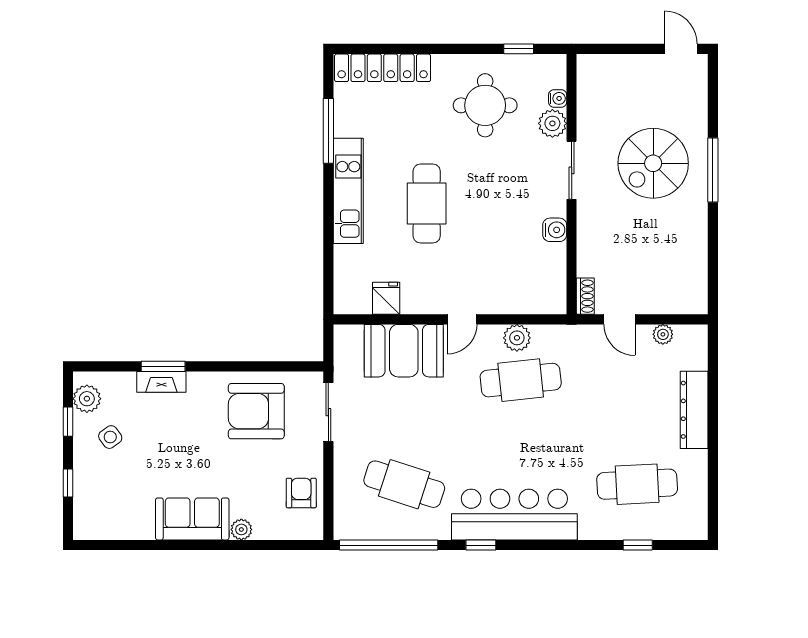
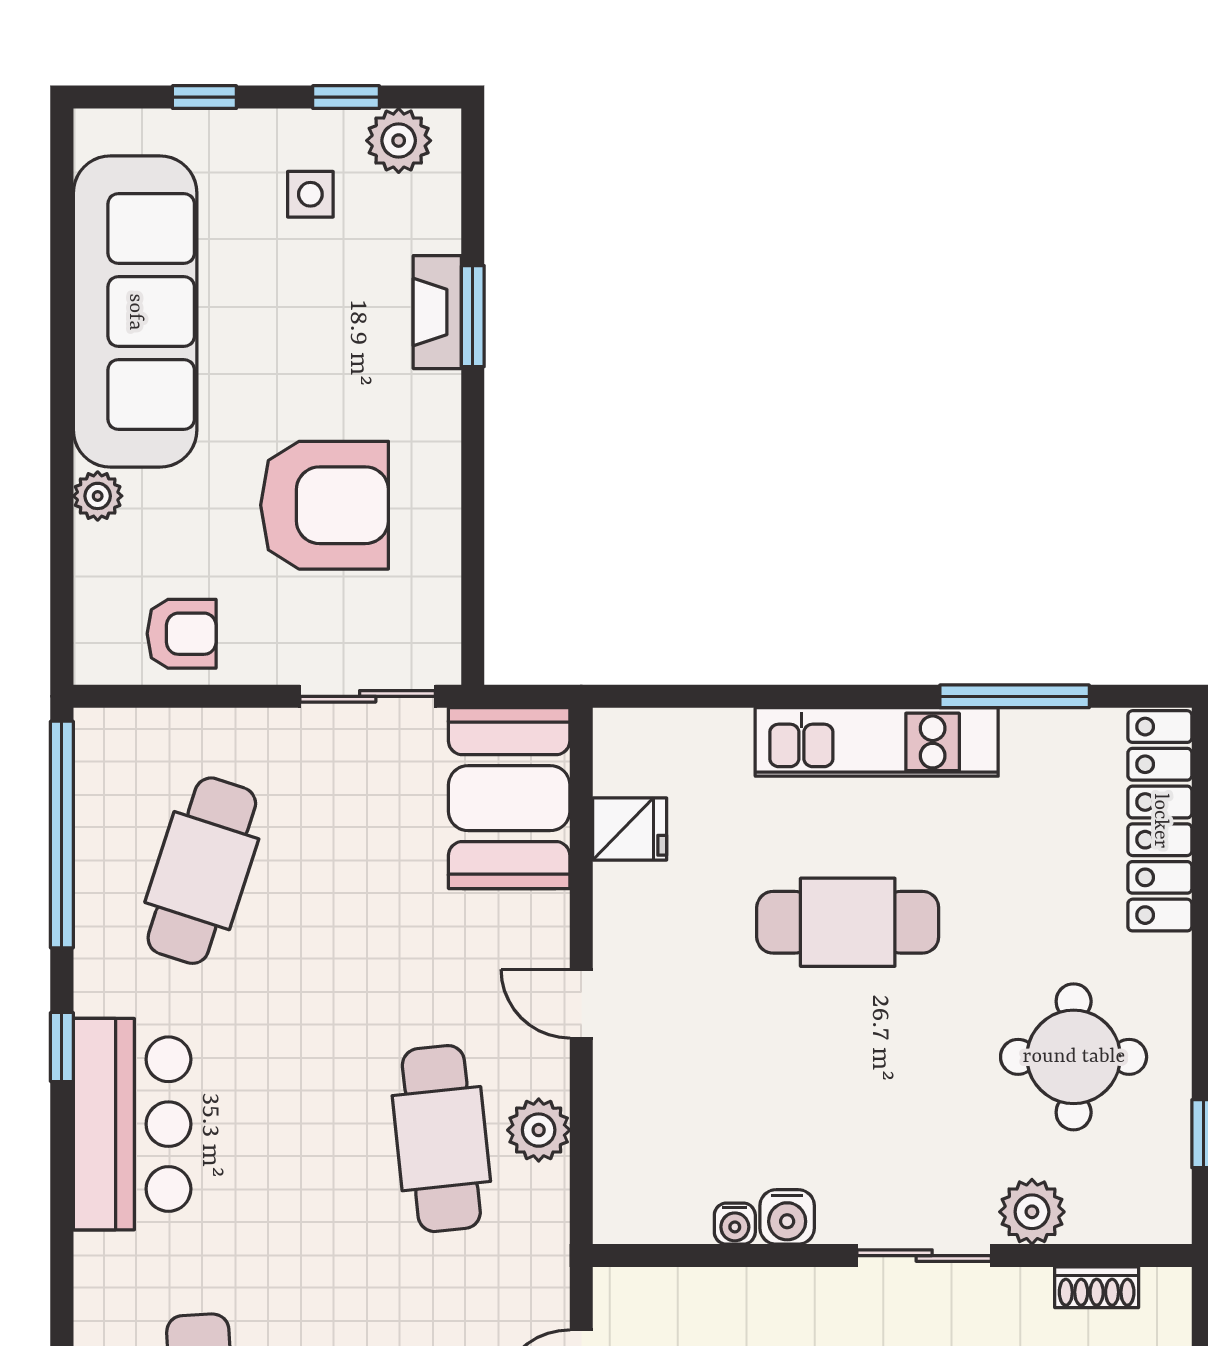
water cooler: (558, 98) -> (735, 1224), moved
shoe rack: (585, 296) -> (1097, 1287), moved
booth: (404, 351) -> (509, 798), moved
armchair: (256, 411) -> (324, 505), moved, turned 90
side table: (110, 437) -> (310, 194), turned 36
bar counter: (514, 515) -> (132, 1124), width x0.73
sofa: (192, 519) -> (135, 312), width x1.85, depth x1.27

